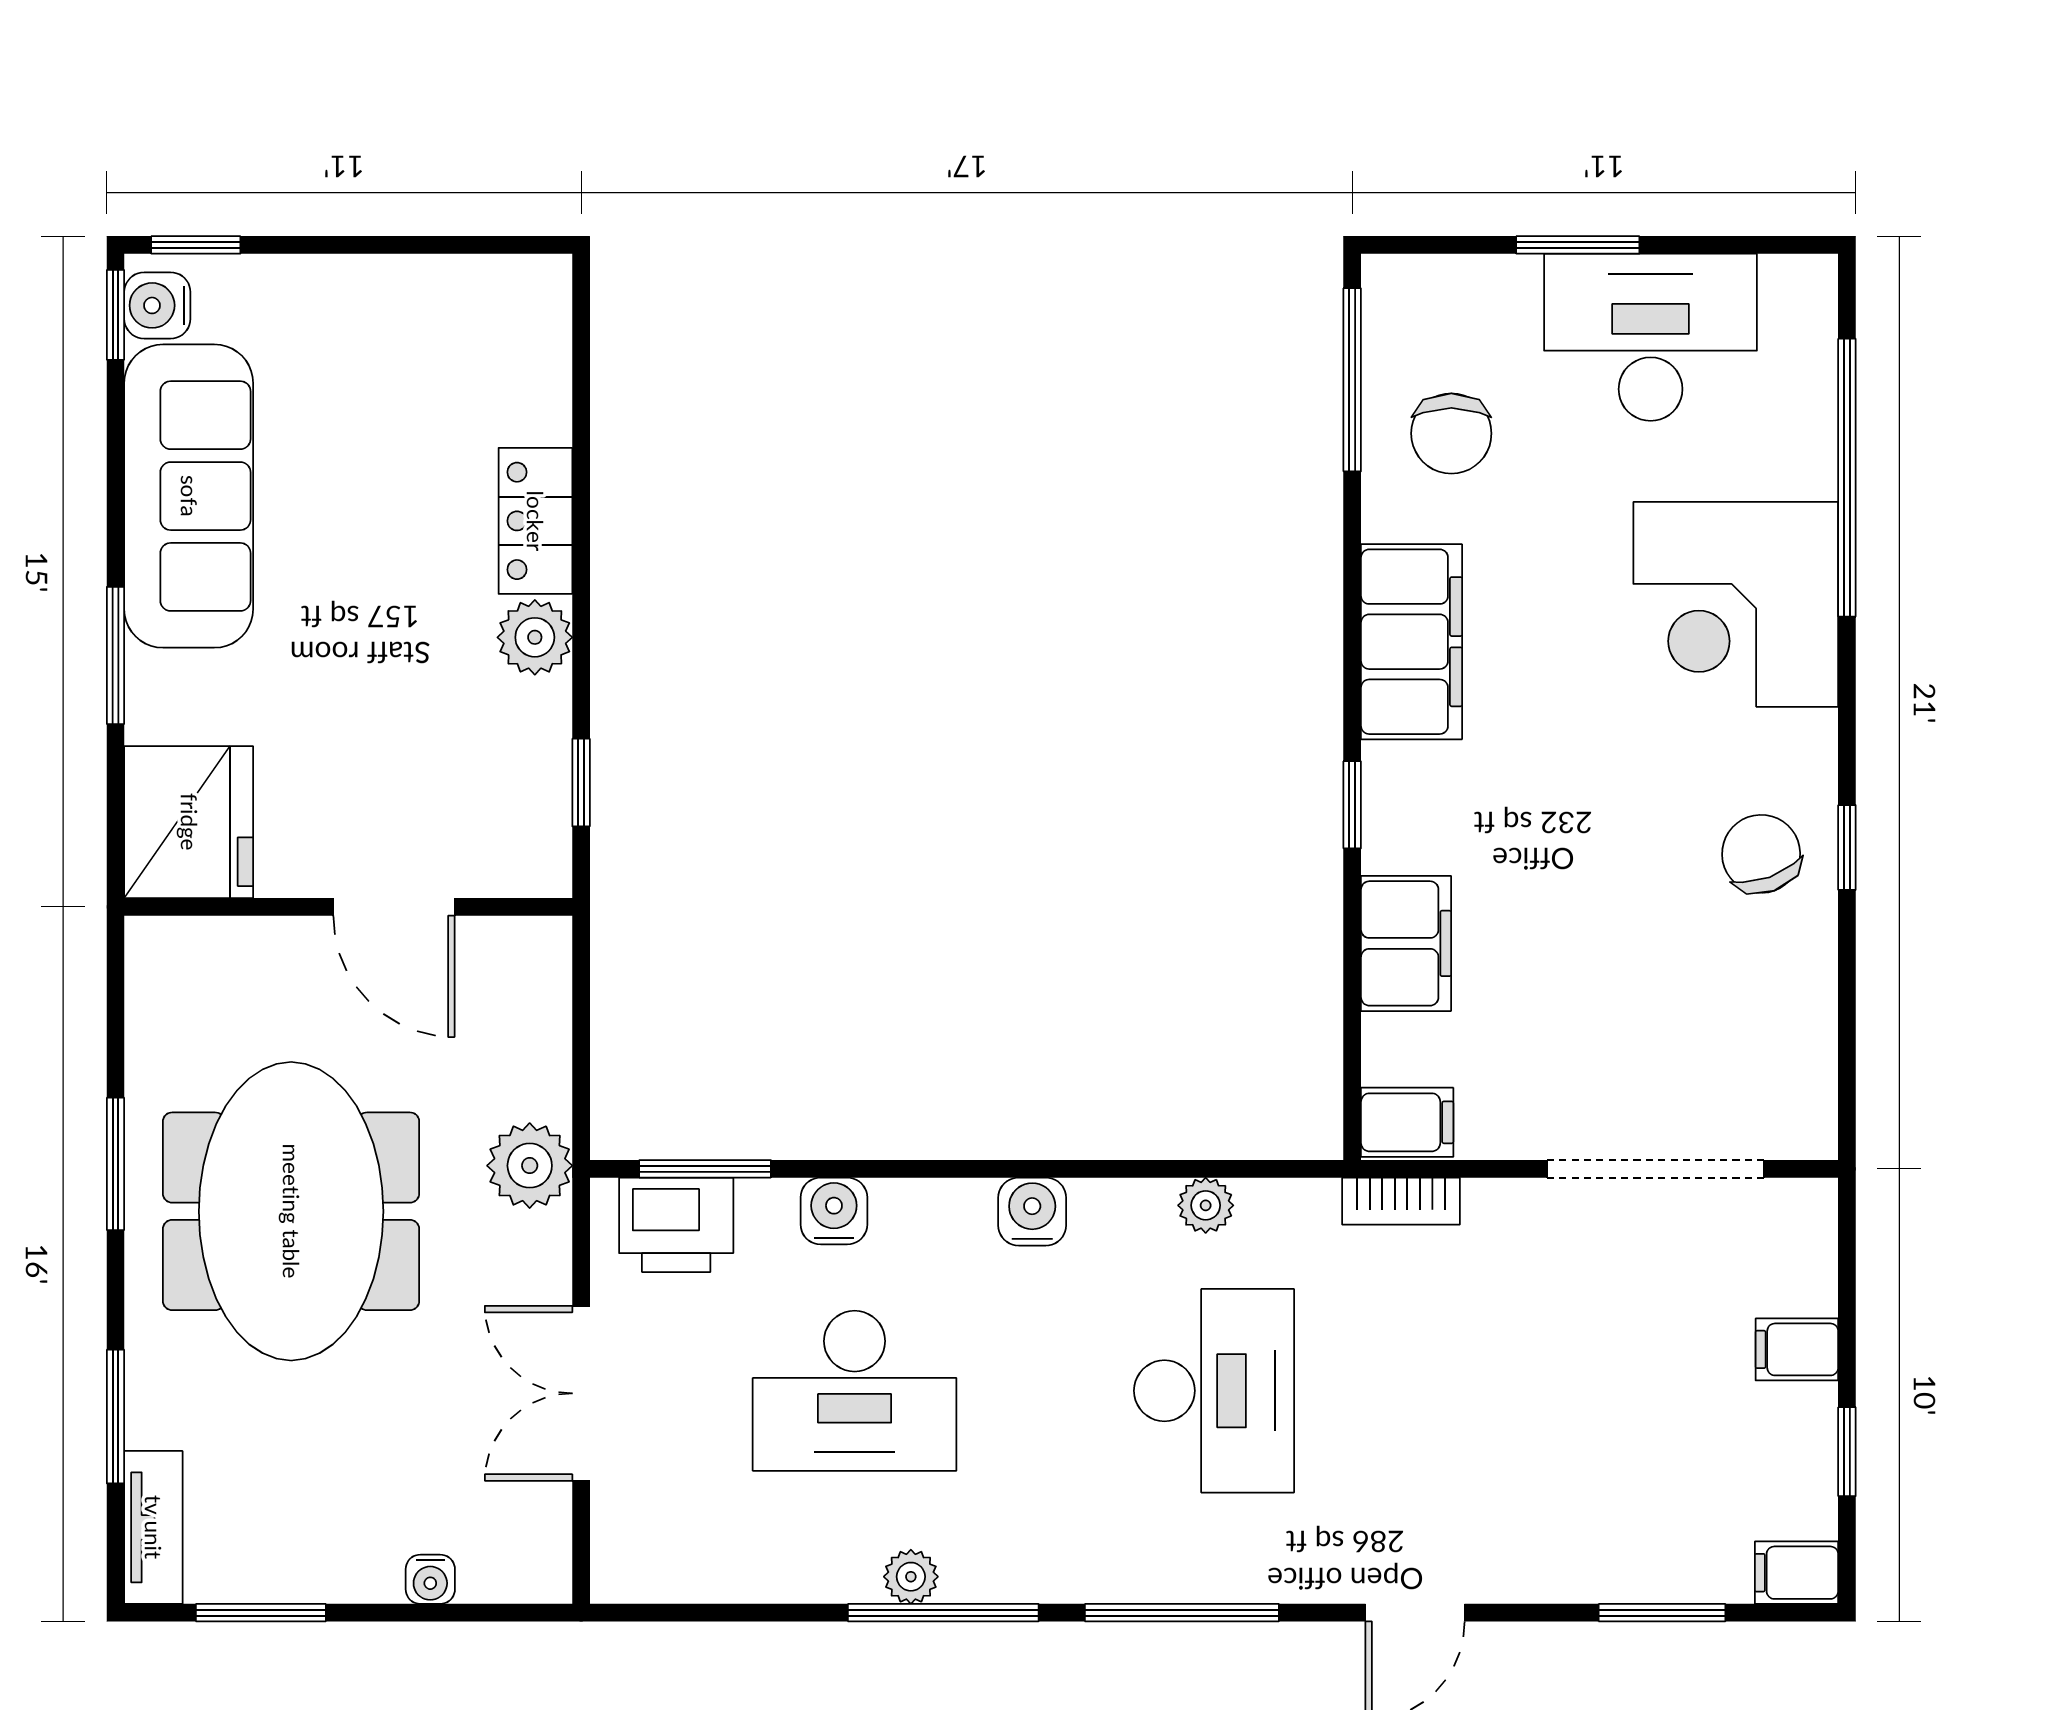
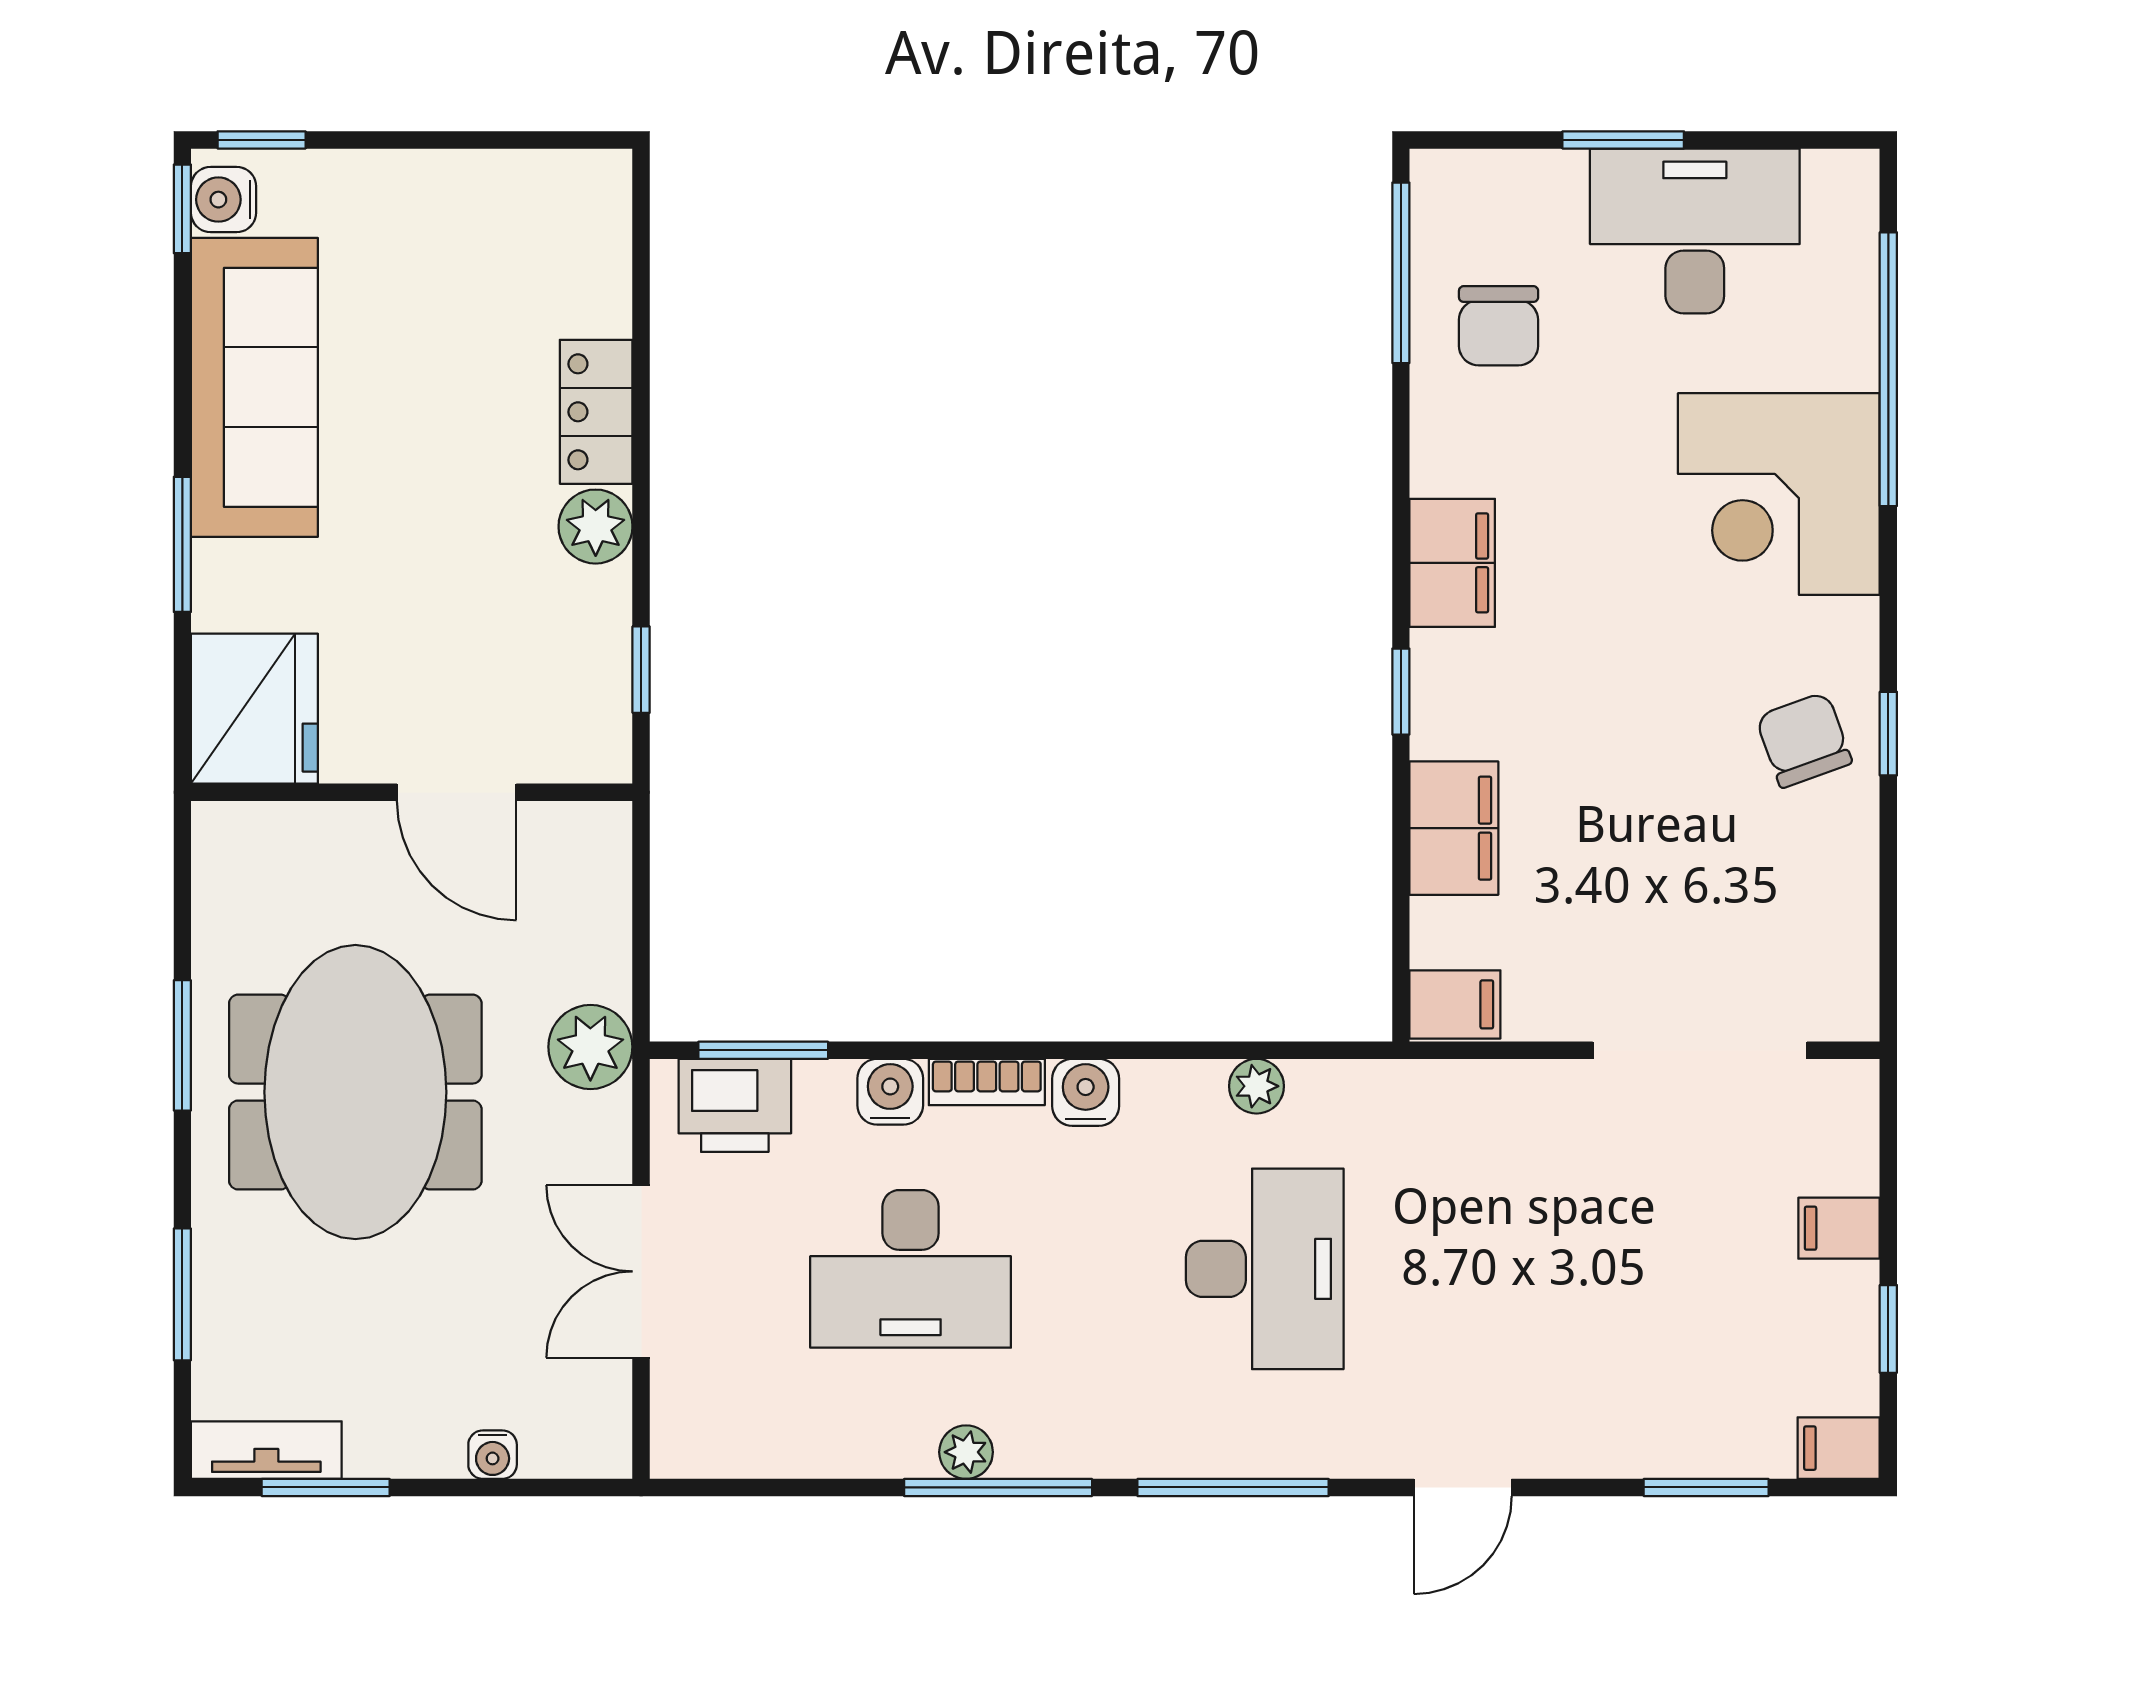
filing cabinet: (1412, 642) -> (1452, 563), width x0.67, depth x0.86
bookcase: (1401, 1201) -> (987, 1082), moved
tv unit: (153, 1527) -> (266, 1450), moved, turned -90

